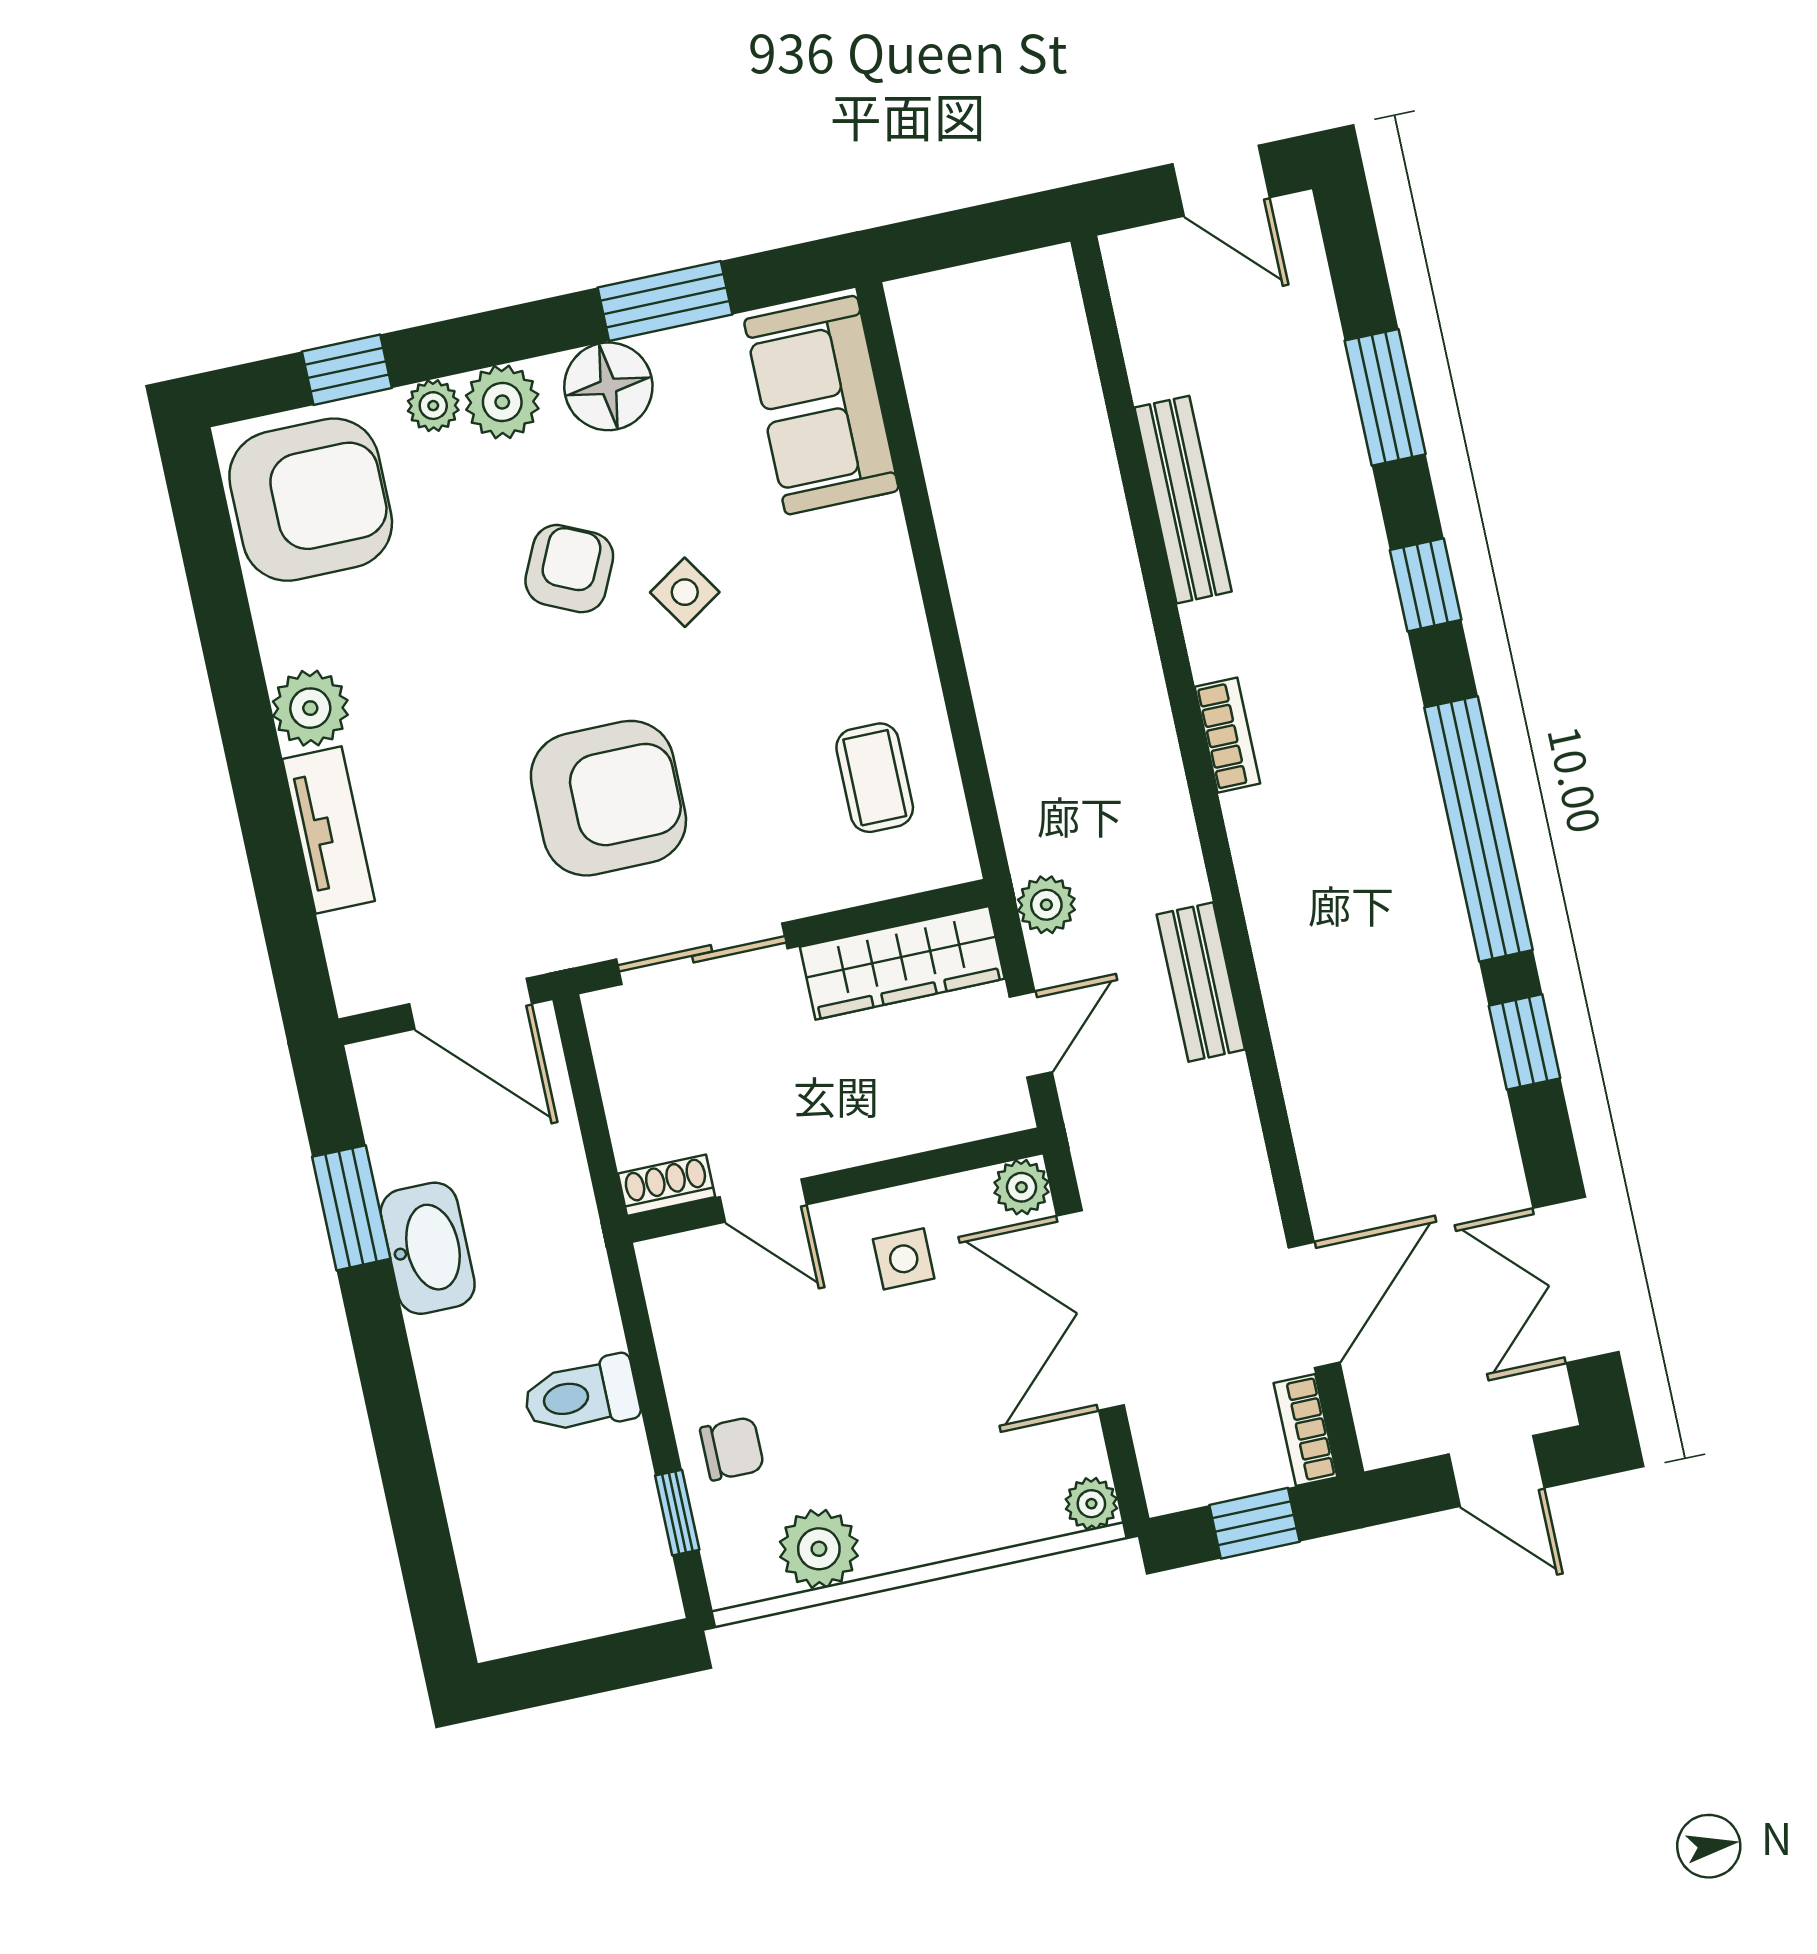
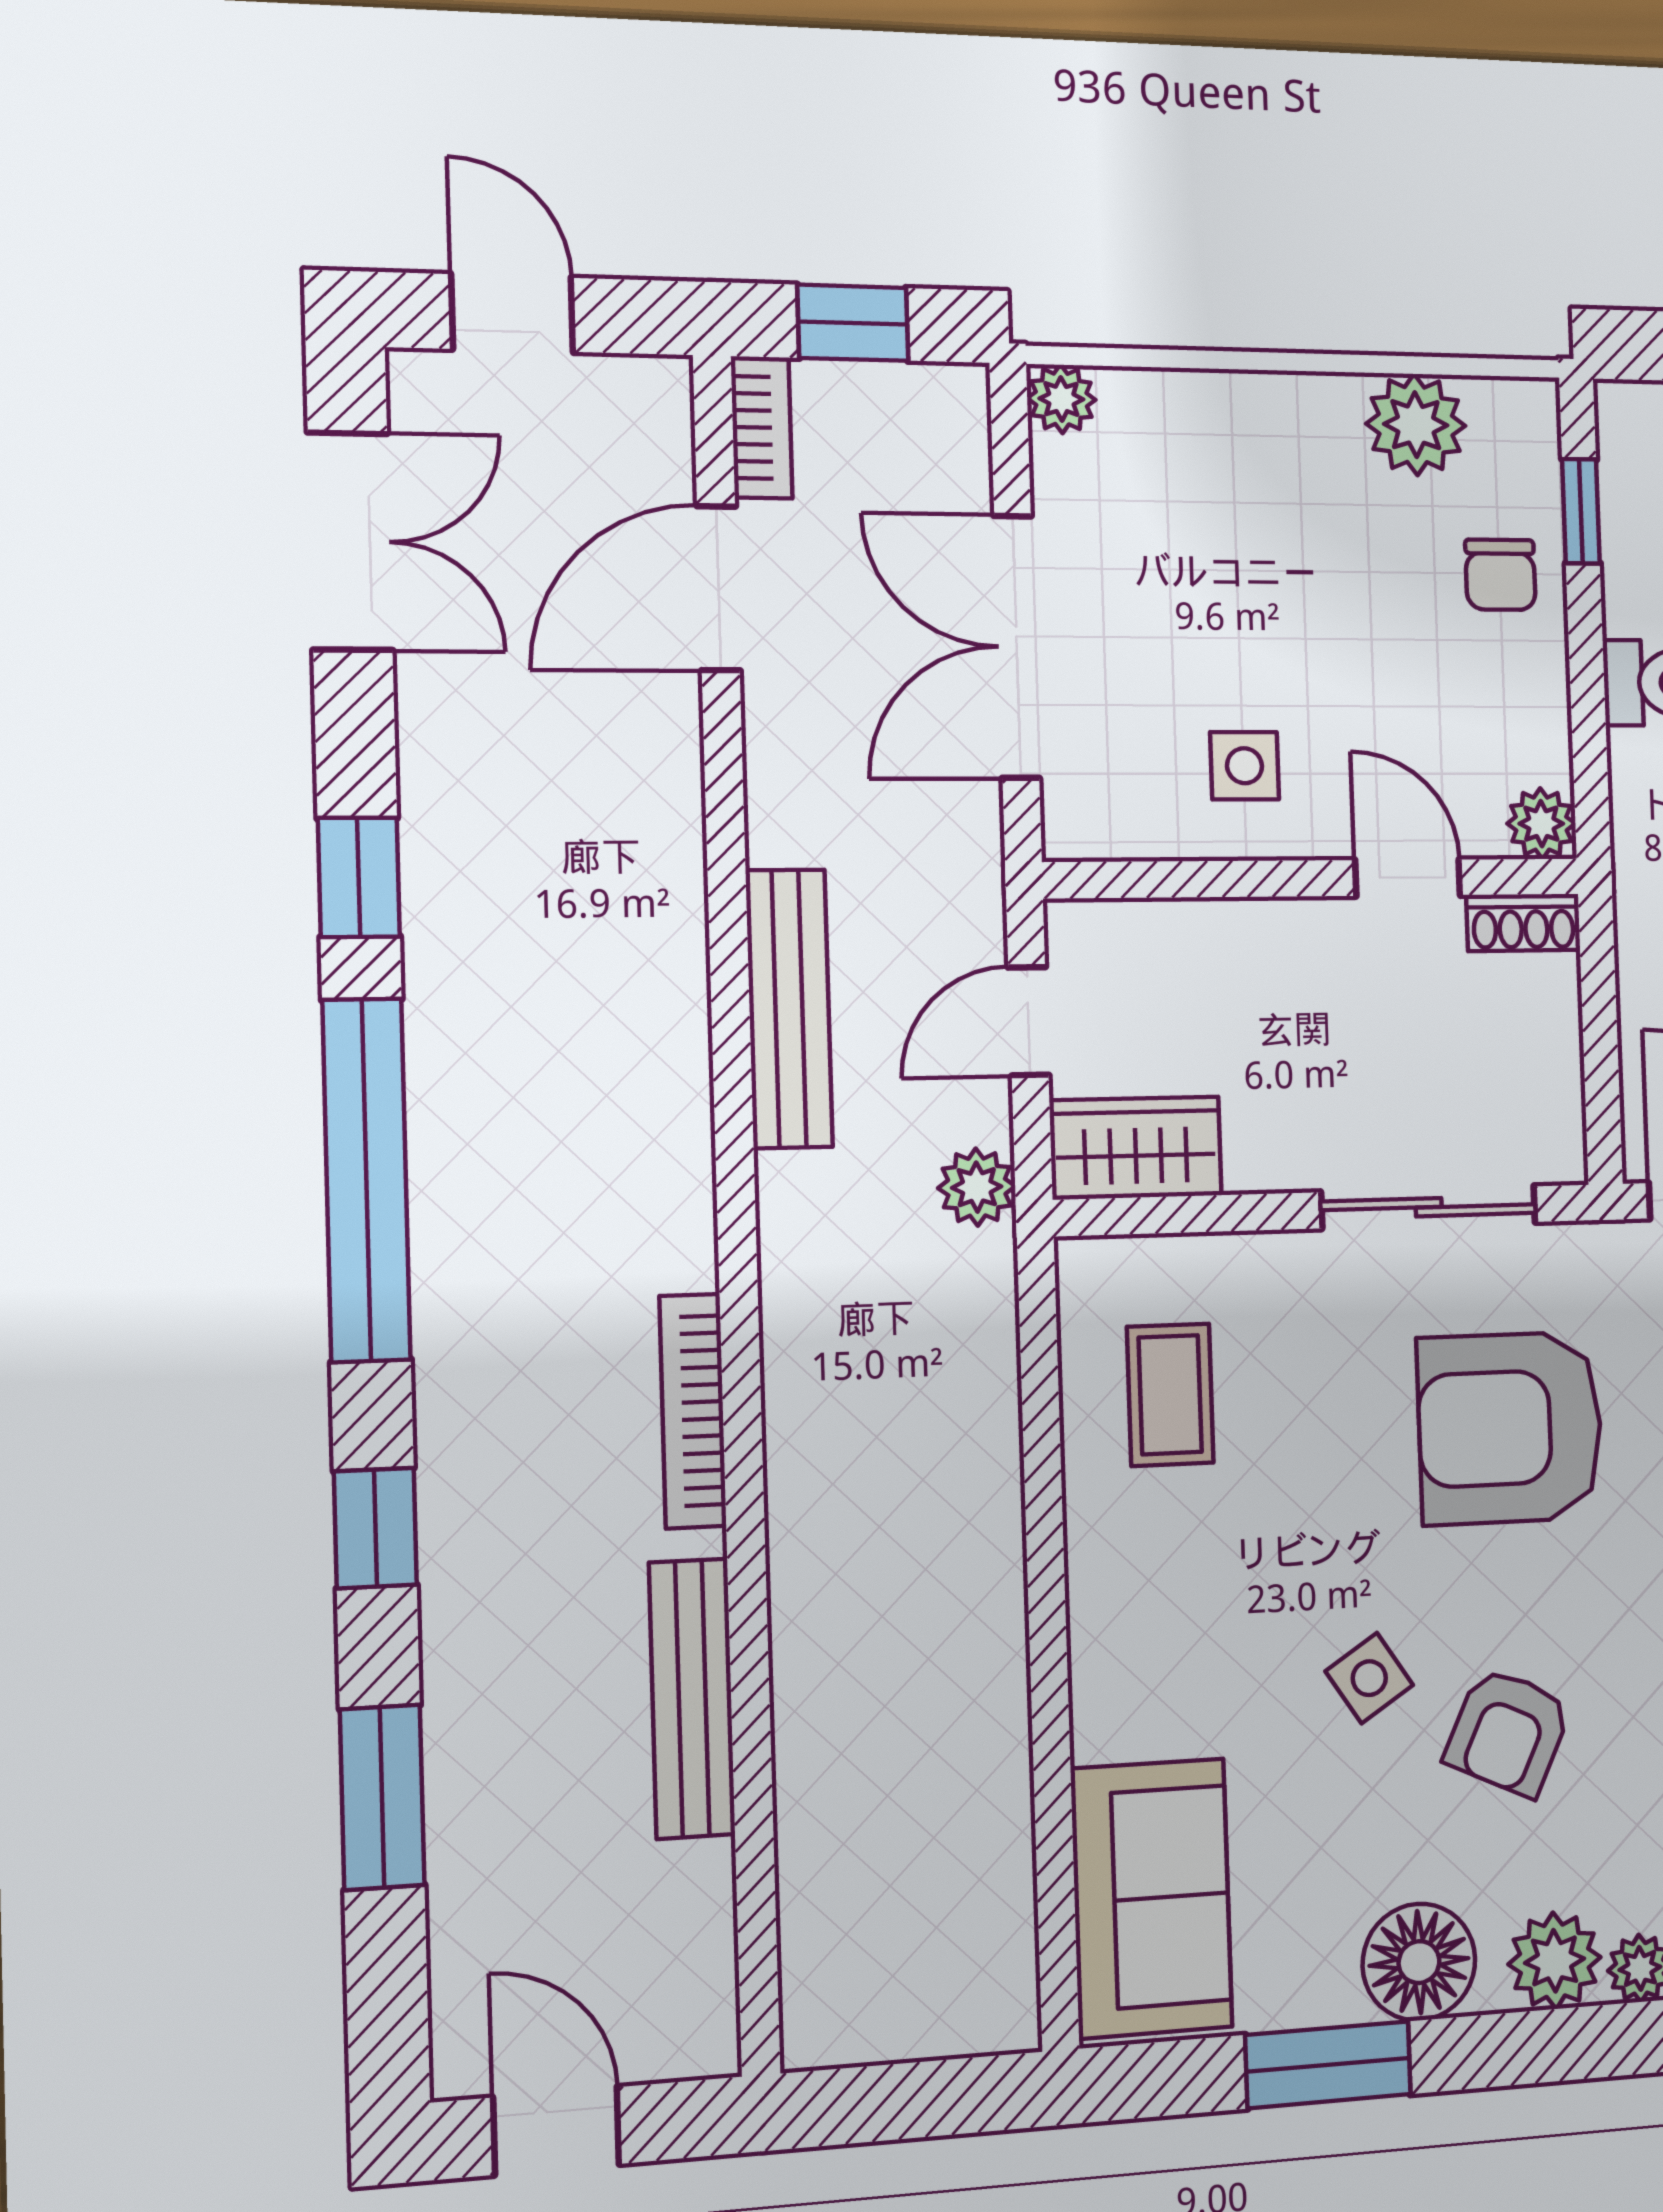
bookcase: (1227, 735) -> (693, 1411), width x1.56
wardrobe: (902, 963) -> (1136, 1148), width x0.67
bench: (1201, 982) -> (789, 1009), width x1.36
plant: (1021, 1187) -> (1541, 824), moved
double door: (1090, 1310) -> (1017, 647), swing flipped
chair: (732, 1449) -> (1500, 575), turned -90

